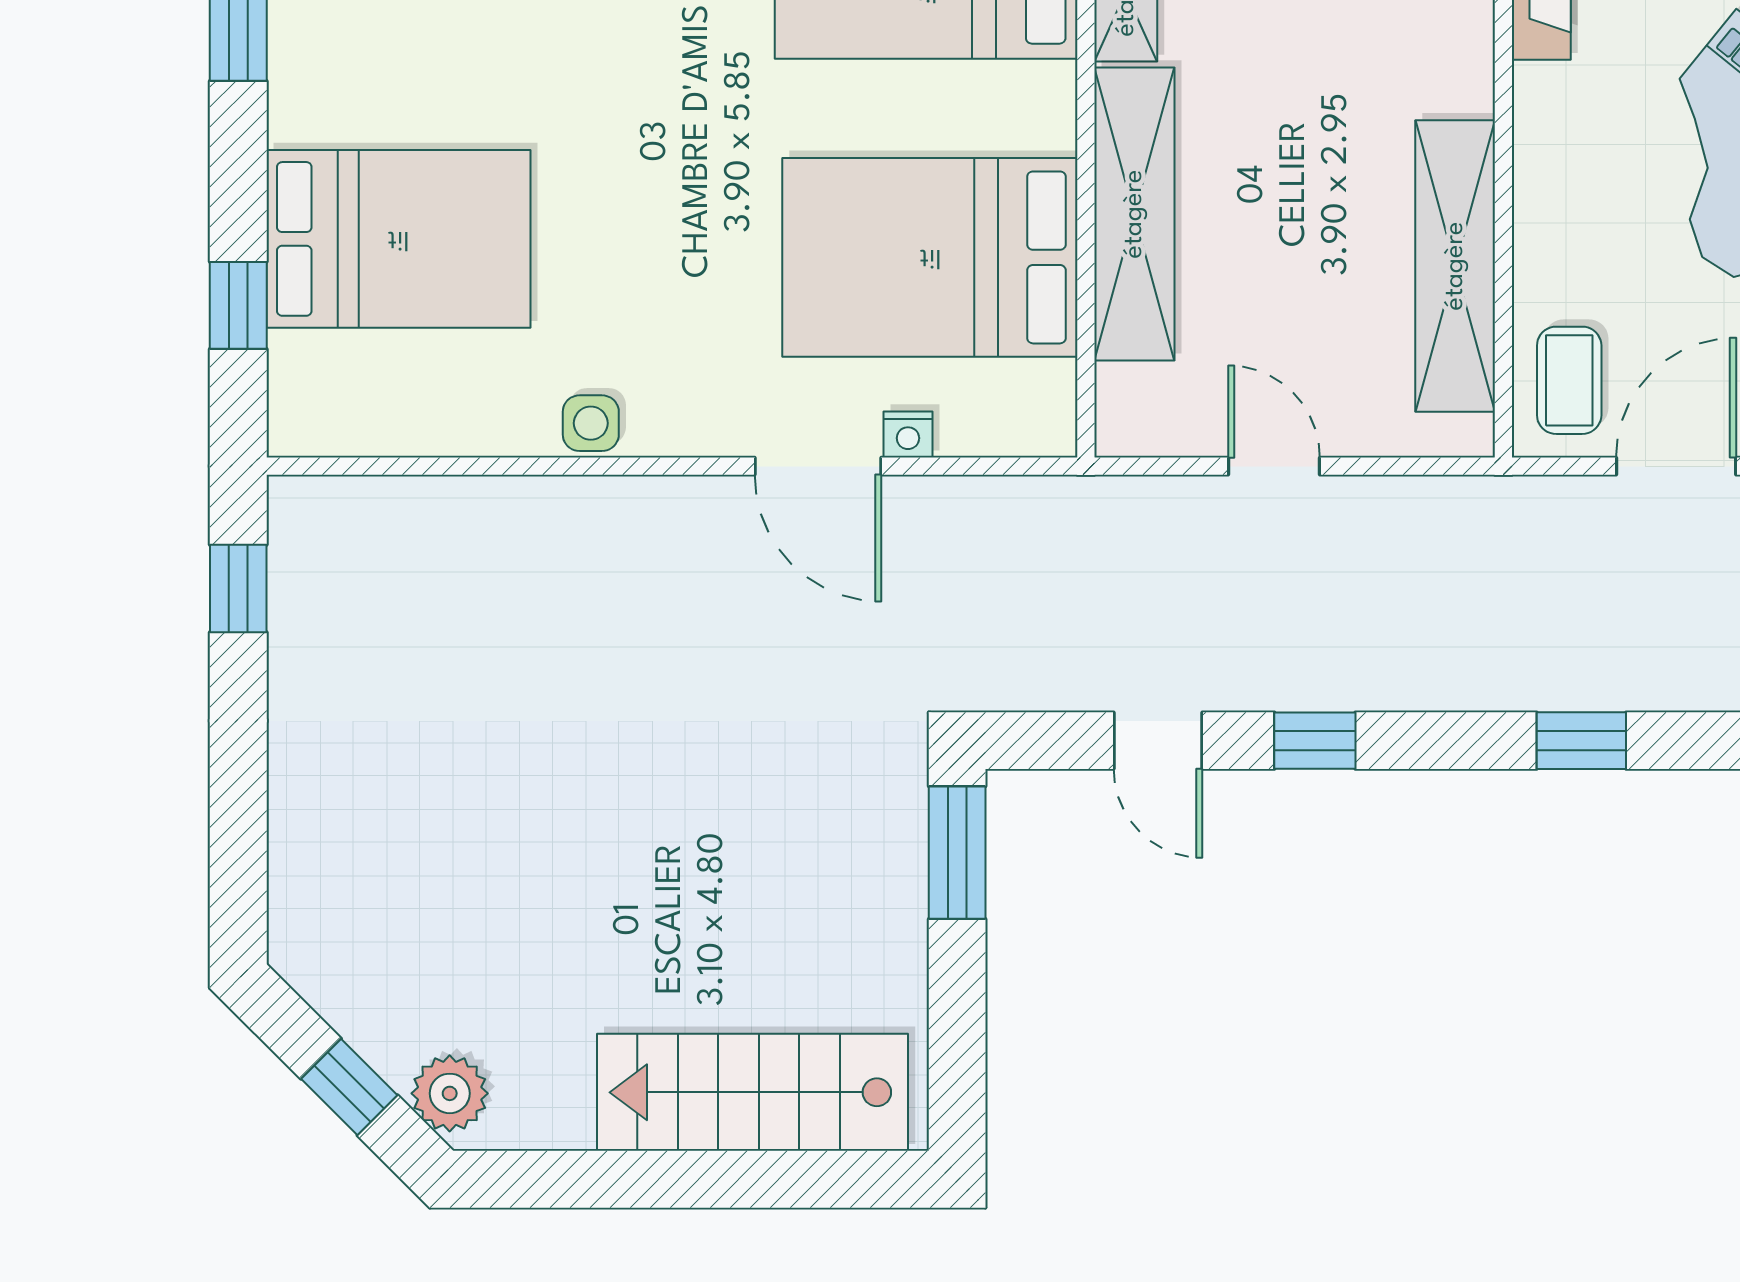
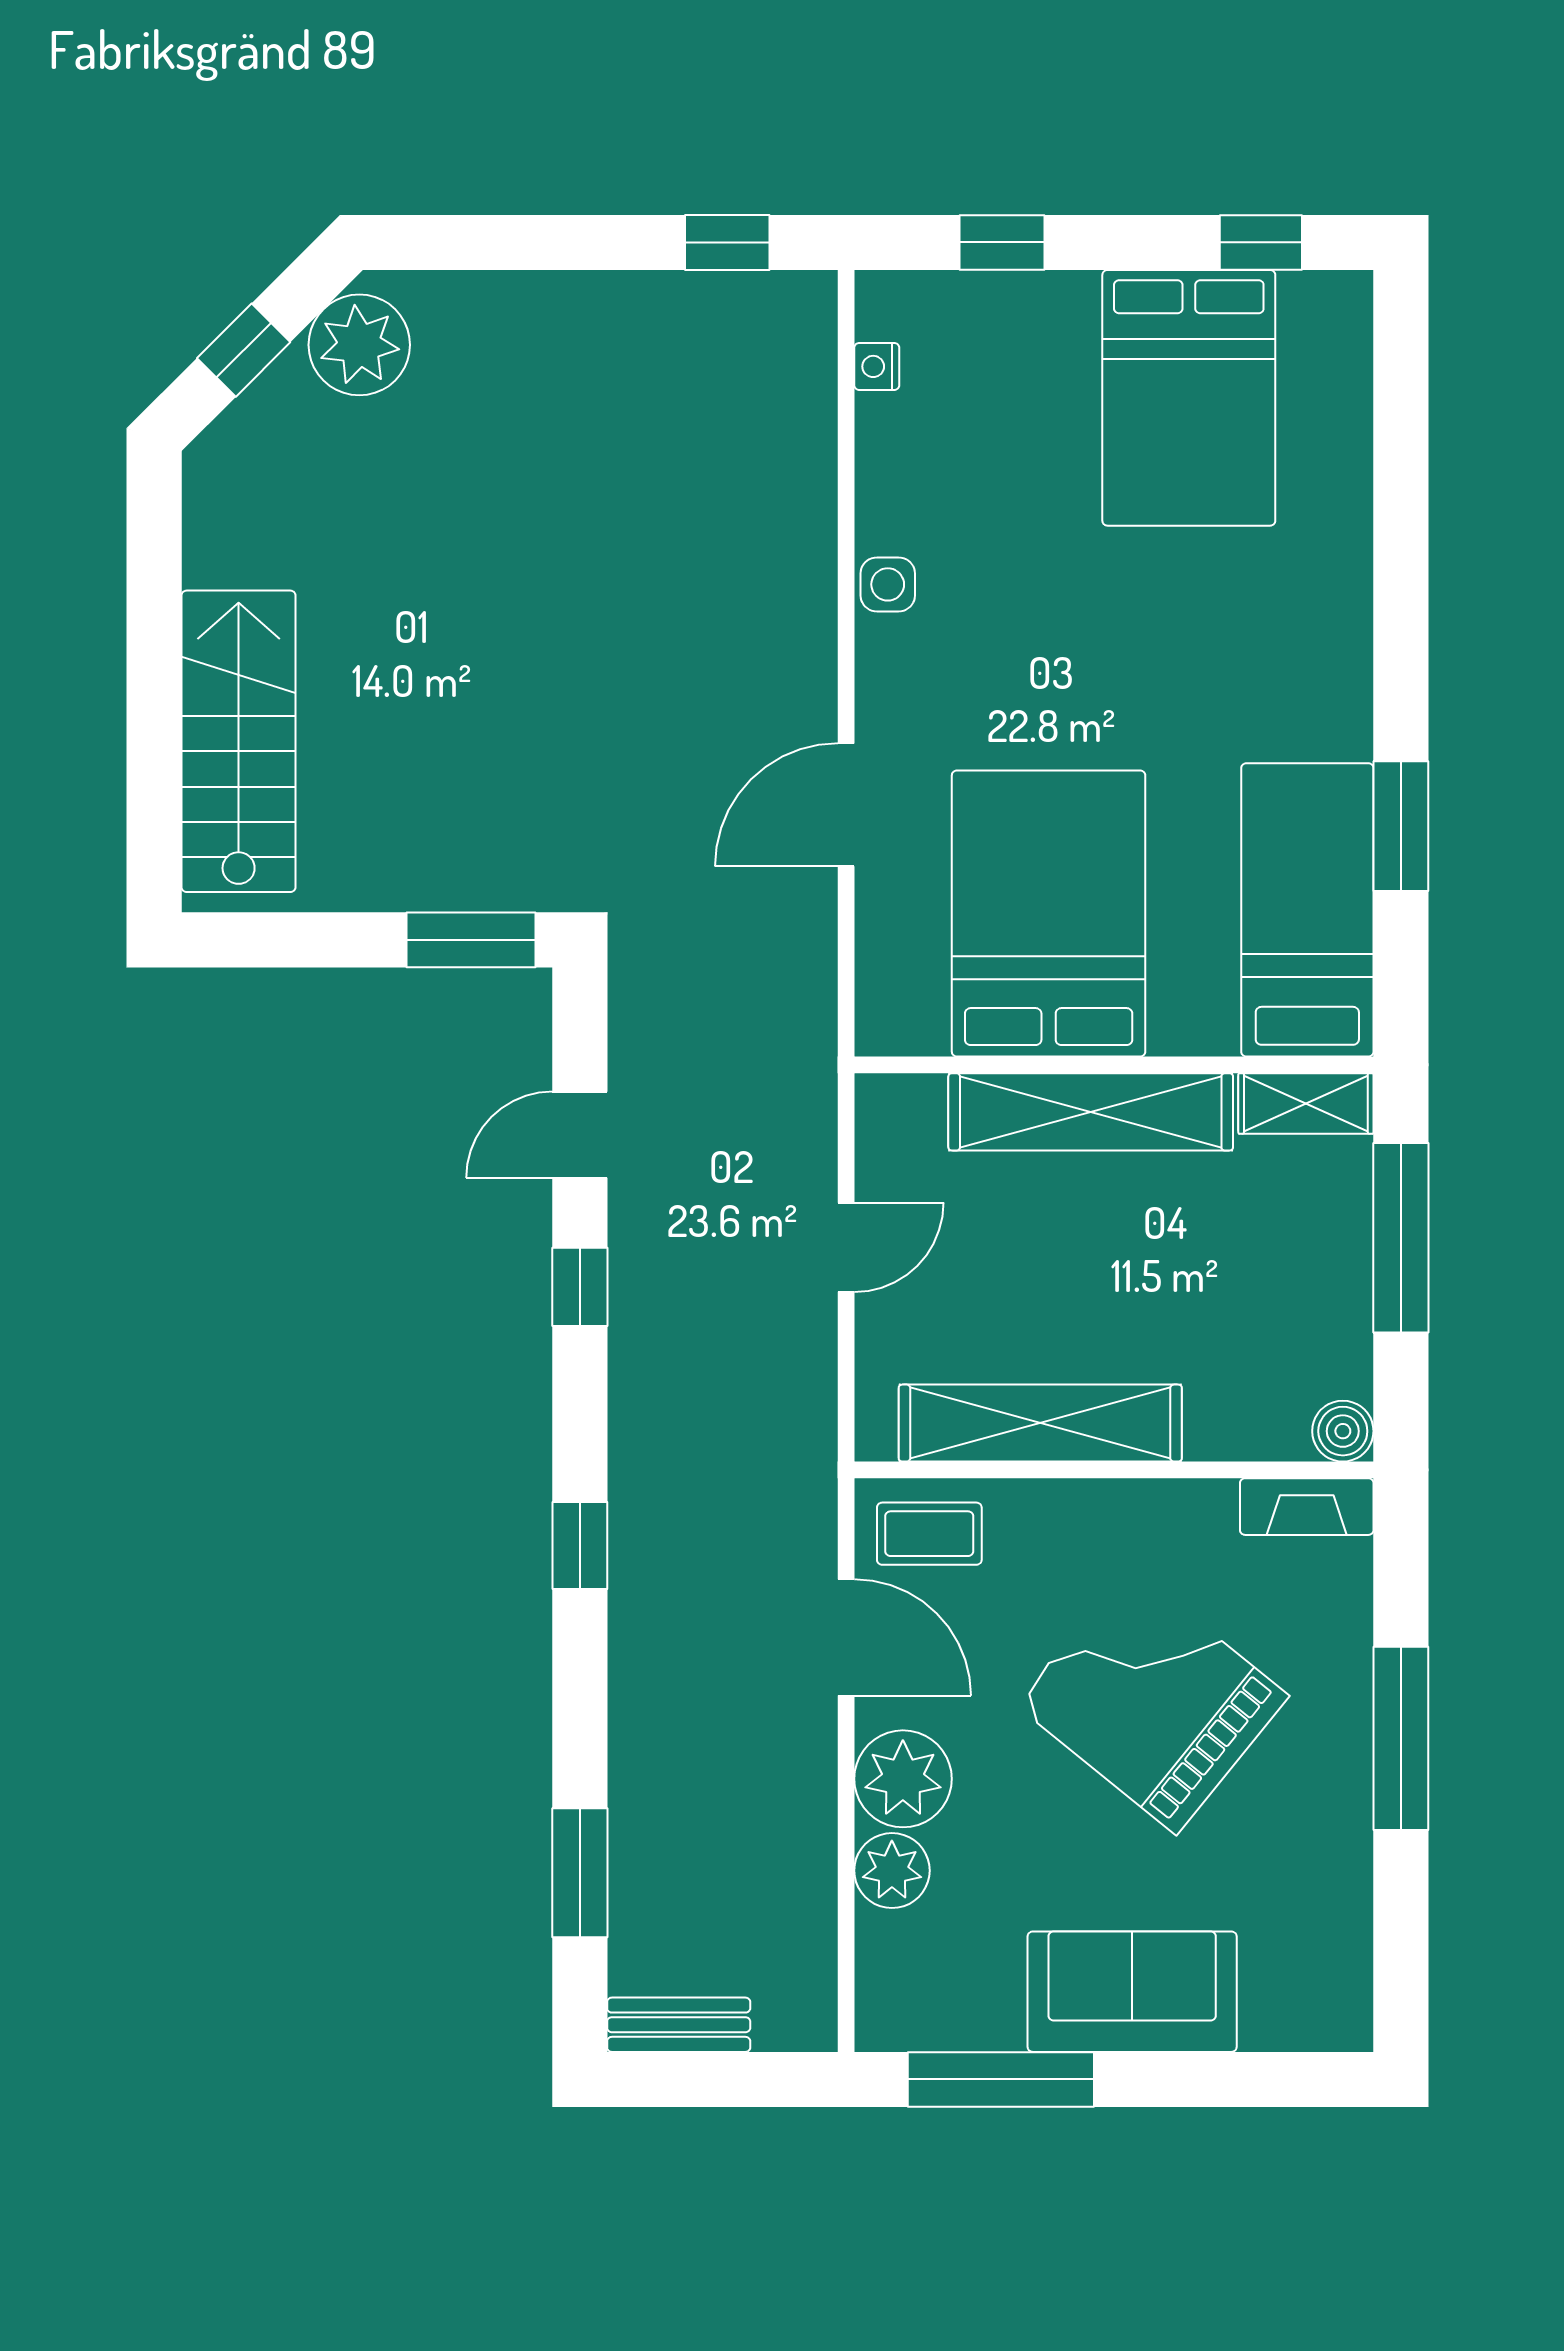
bed: (398, 239) -> (1189, 398), moved
nightstand: (908, 434) -> (877, 366), moved
plant: (450, 1093) -> (359, 345), moved, width x1.36, depth x1.36

